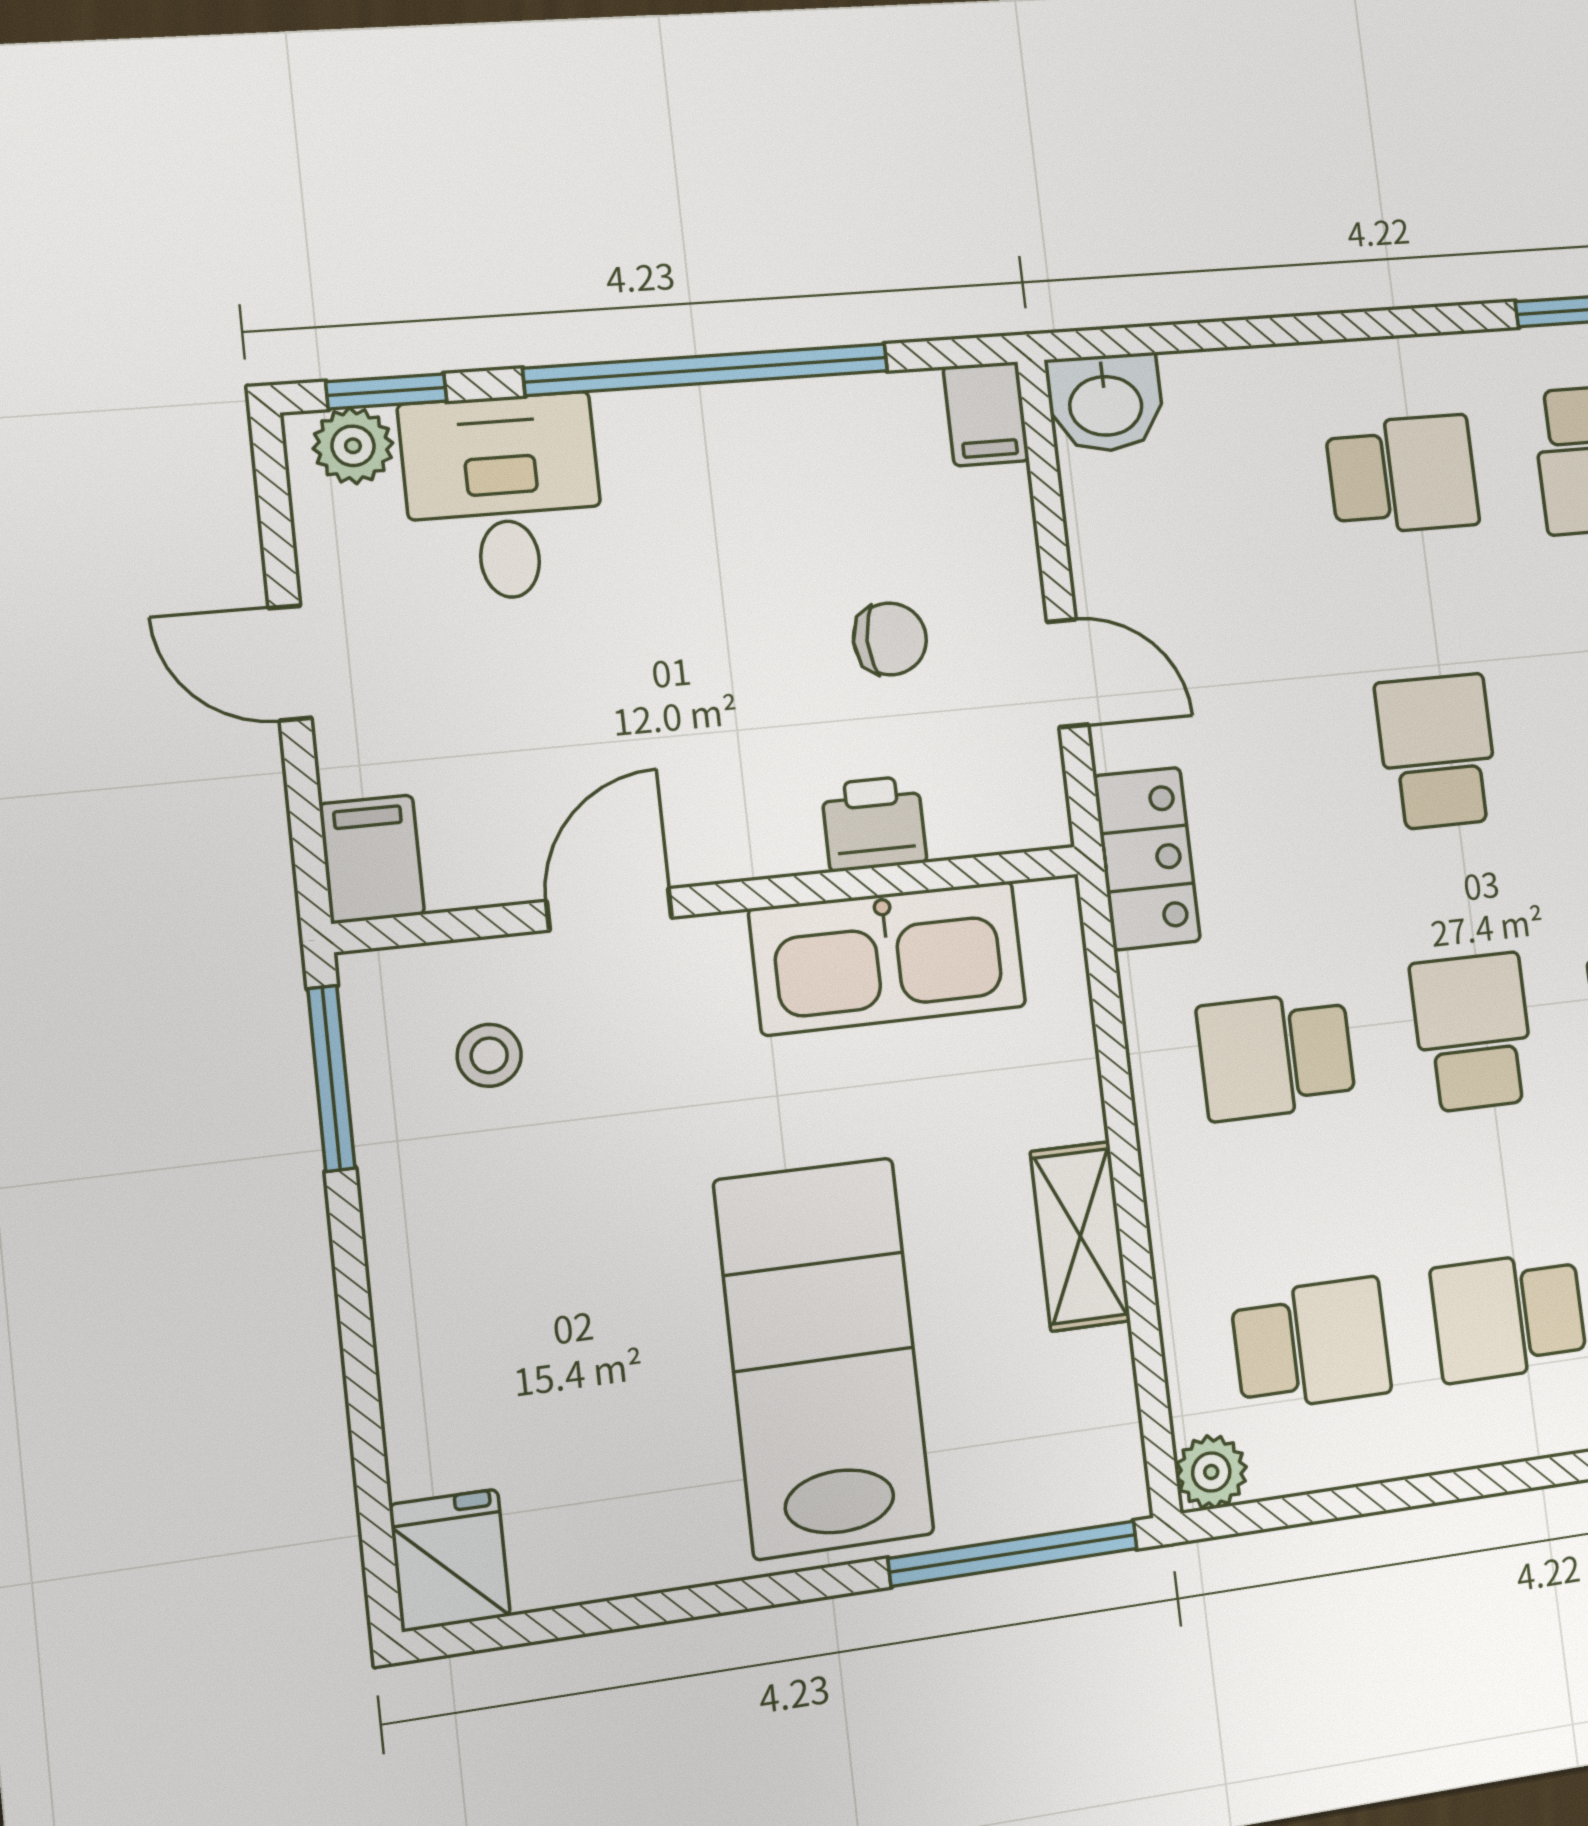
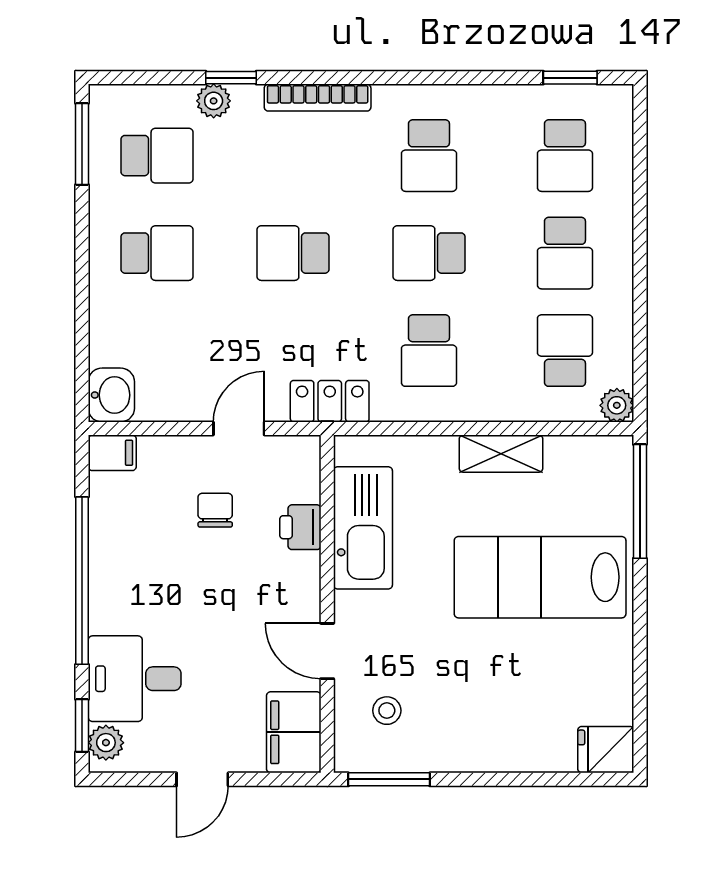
school desk: (1402, 475) -> (157, 253), turned 90
filing cabinet: (372, 859) -> (294, 732), width x2.00

